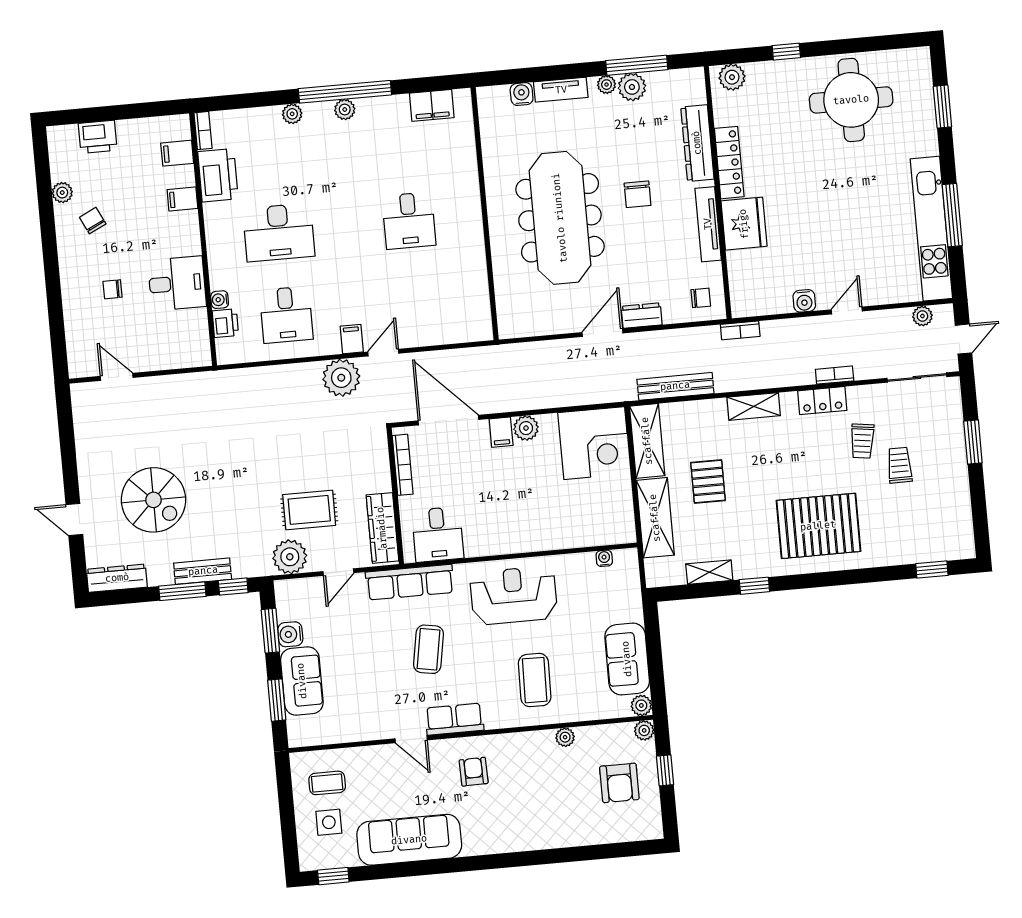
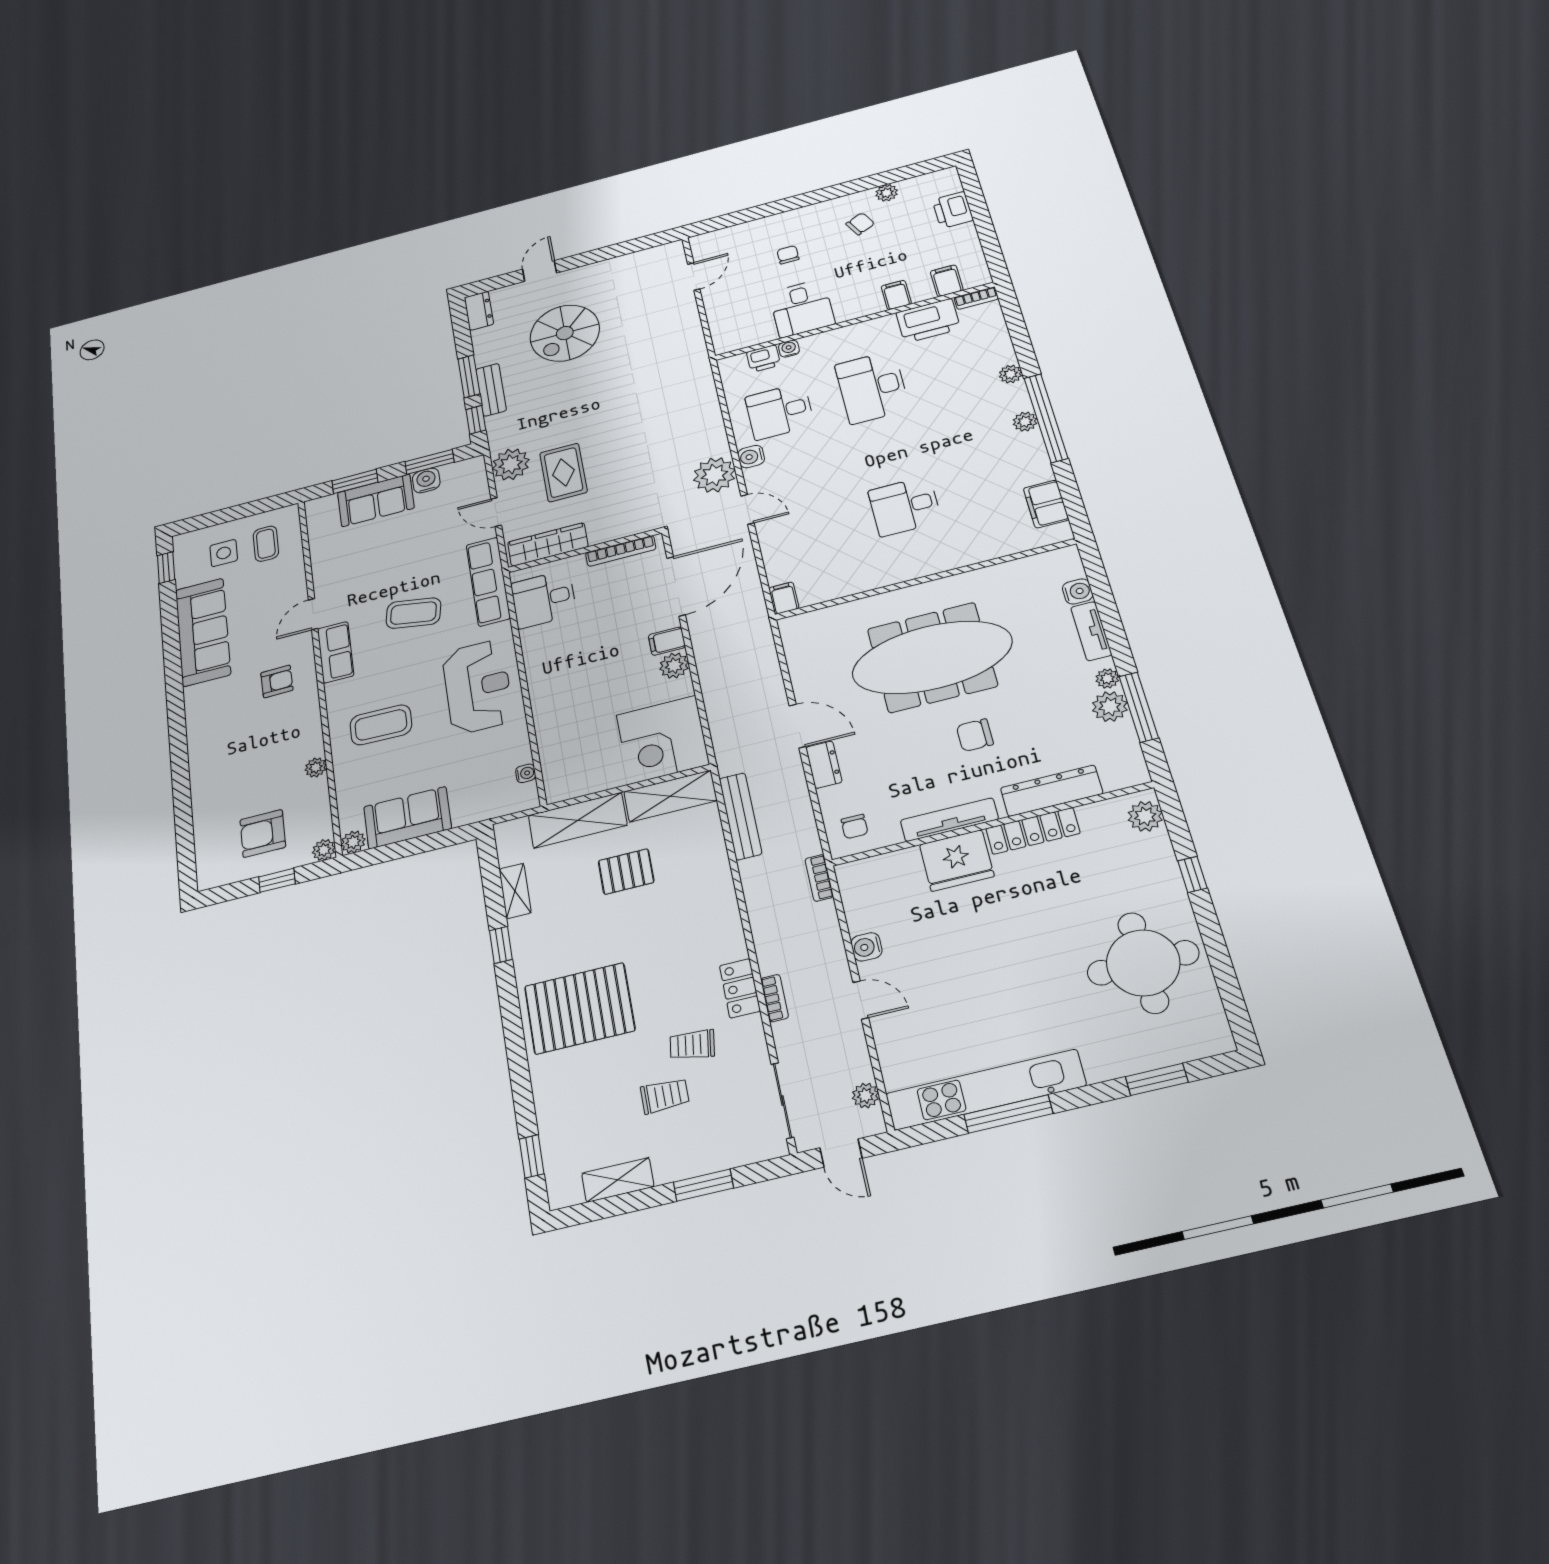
filing cabinet: (352, 339) -> (784, 598), moved, turned -90
water cooler: (329, 344) -> (751, 457), added
shelving: (754, 406) -> (618, 1180), moved, turned 90
pallet: (818, 526) -> (580, 1008), turned 90
dresser: (117, 578) -> (479, 311), width x0.70

